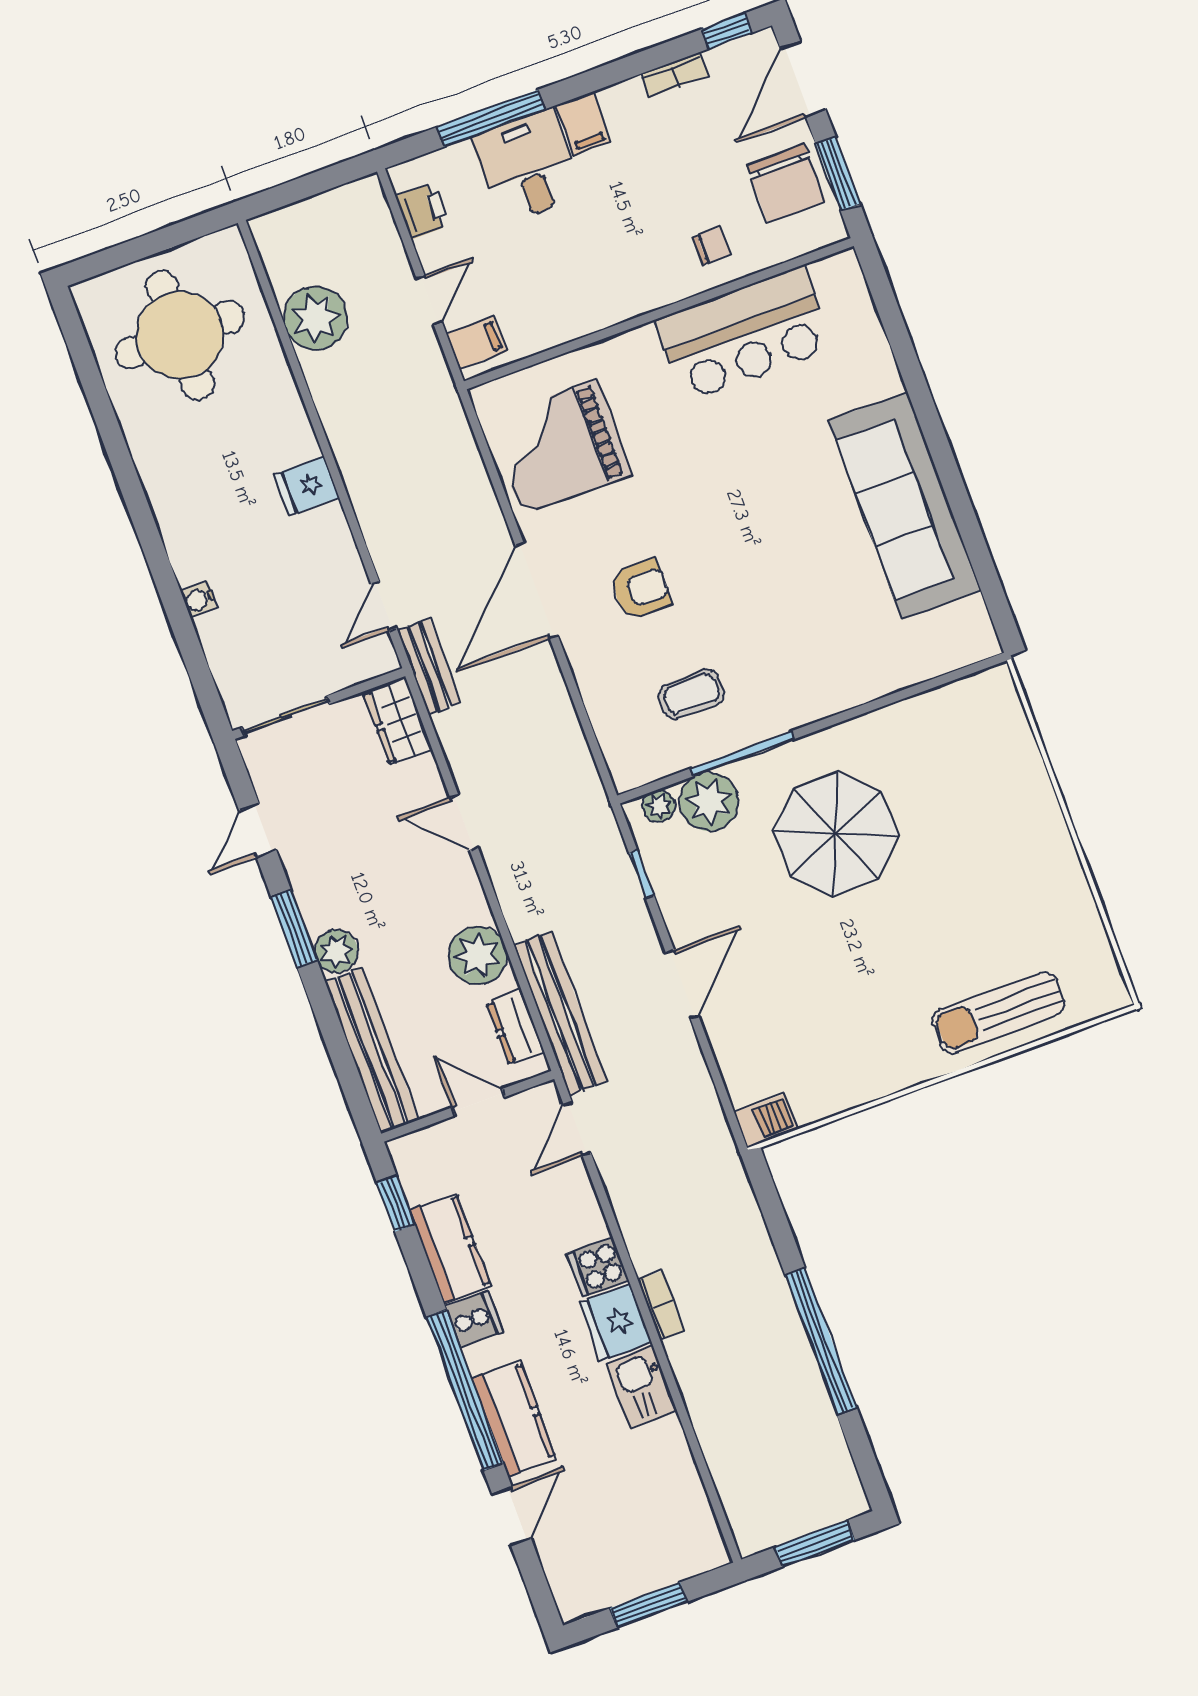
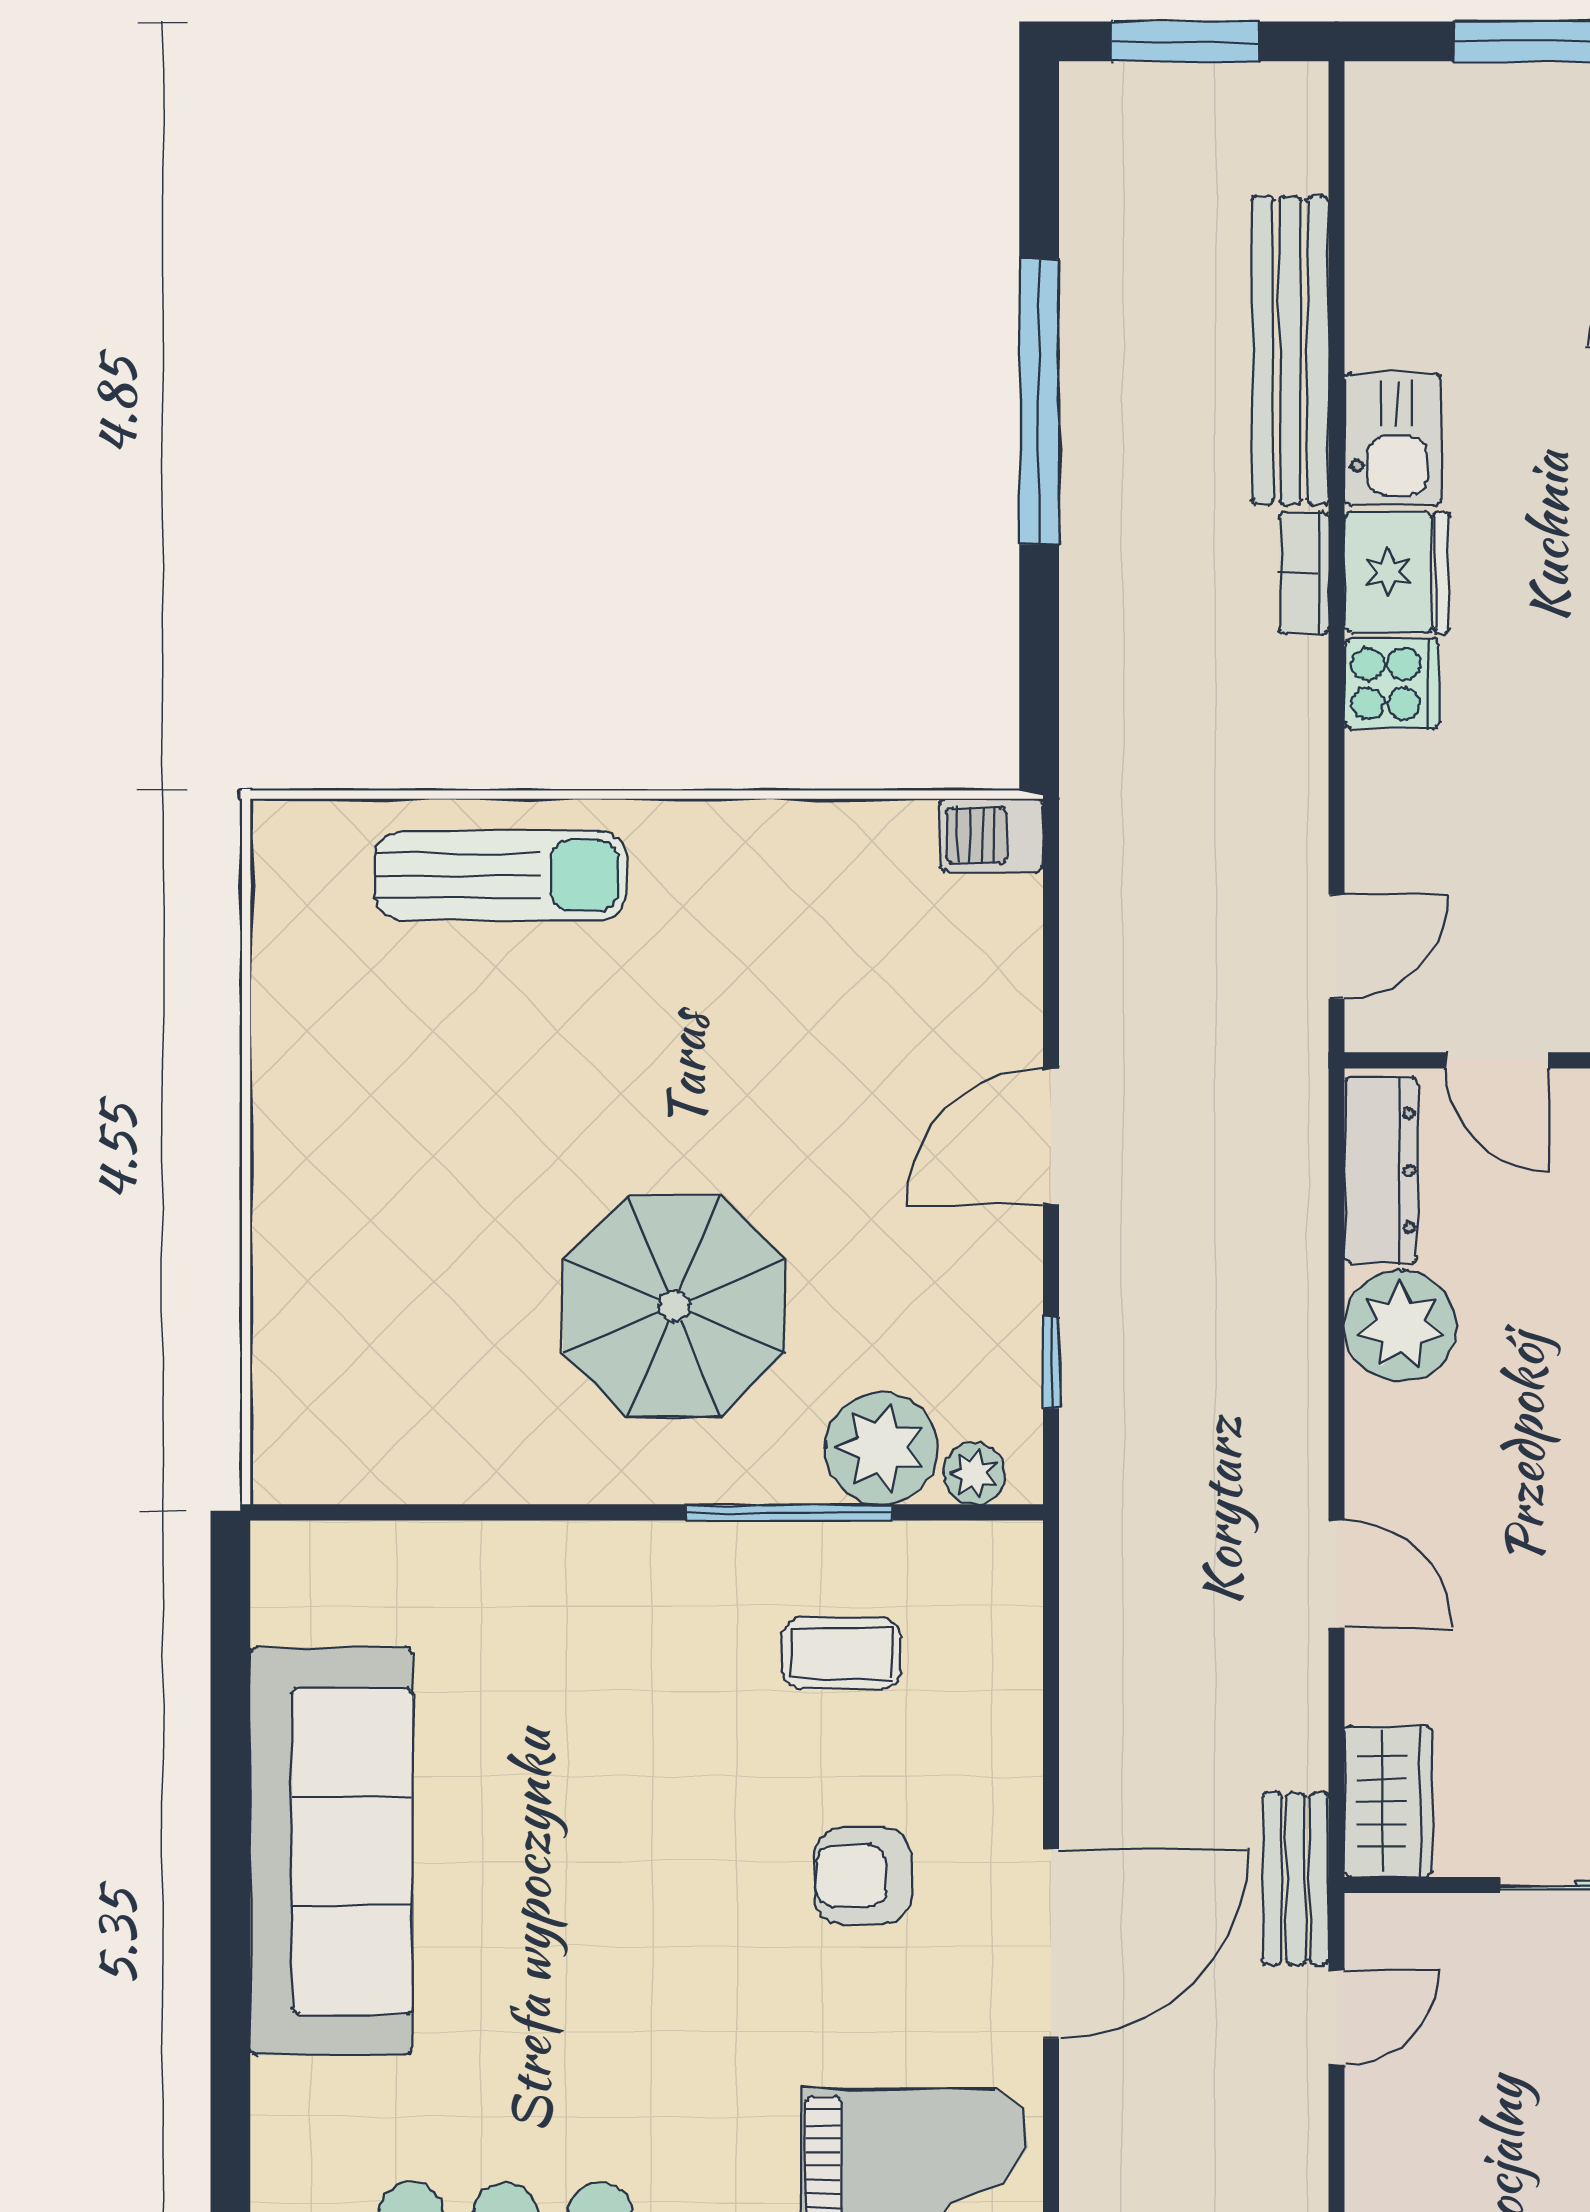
bench: (560, 1013) -> (1290, 350), moved
dresser: (515, 1028) -> (1381, 1170), width x1.44

